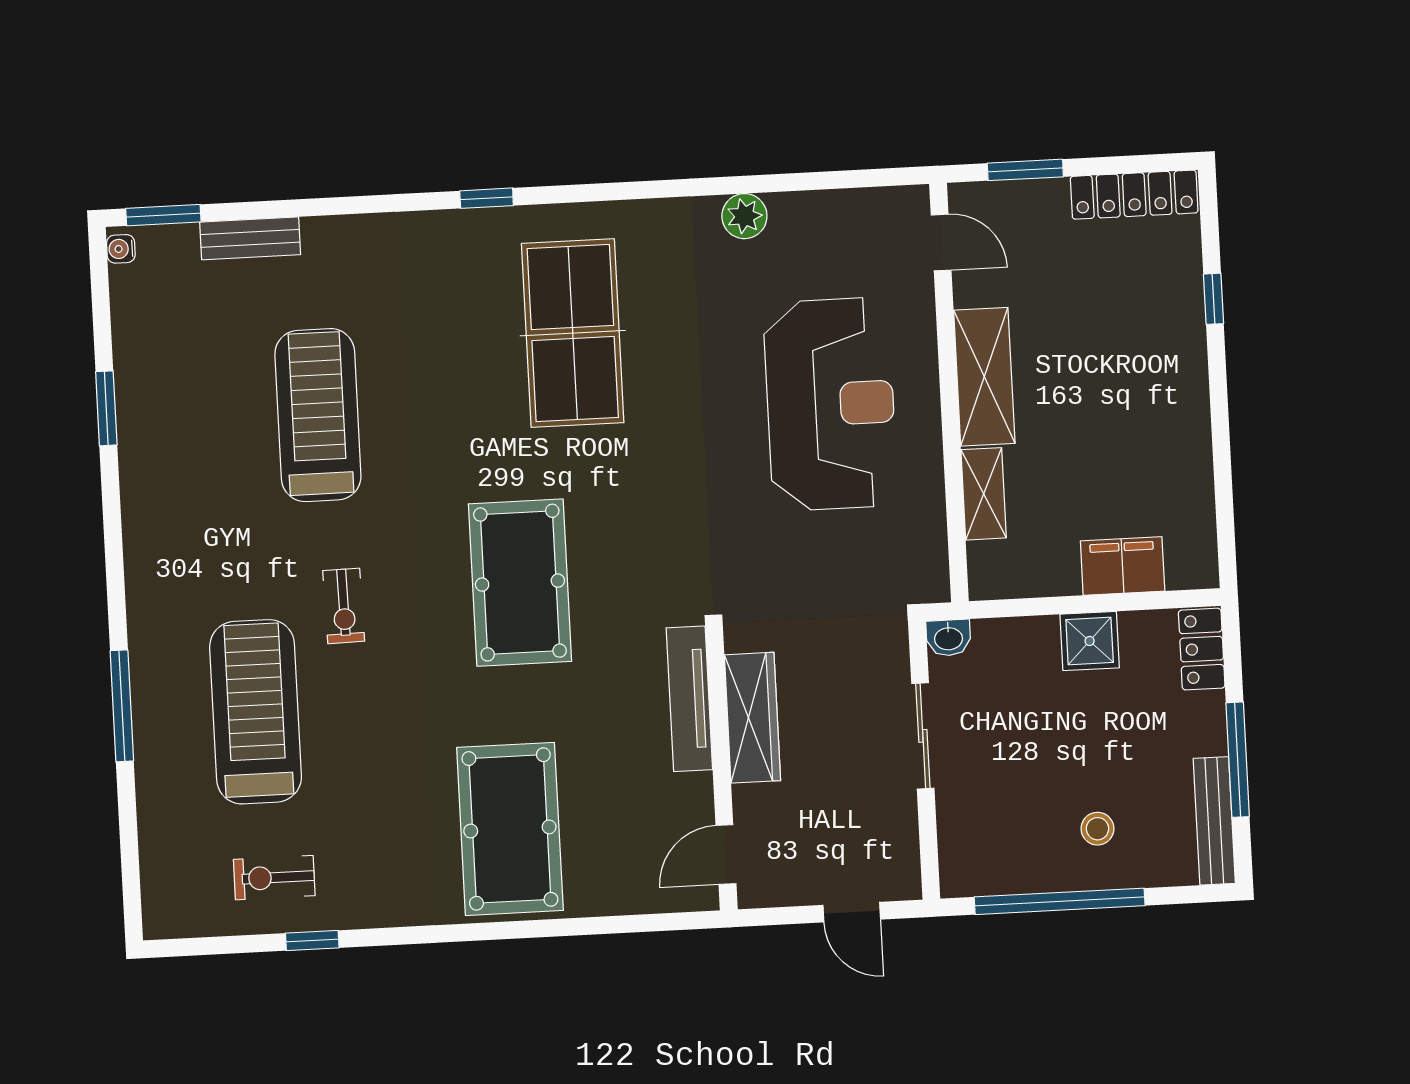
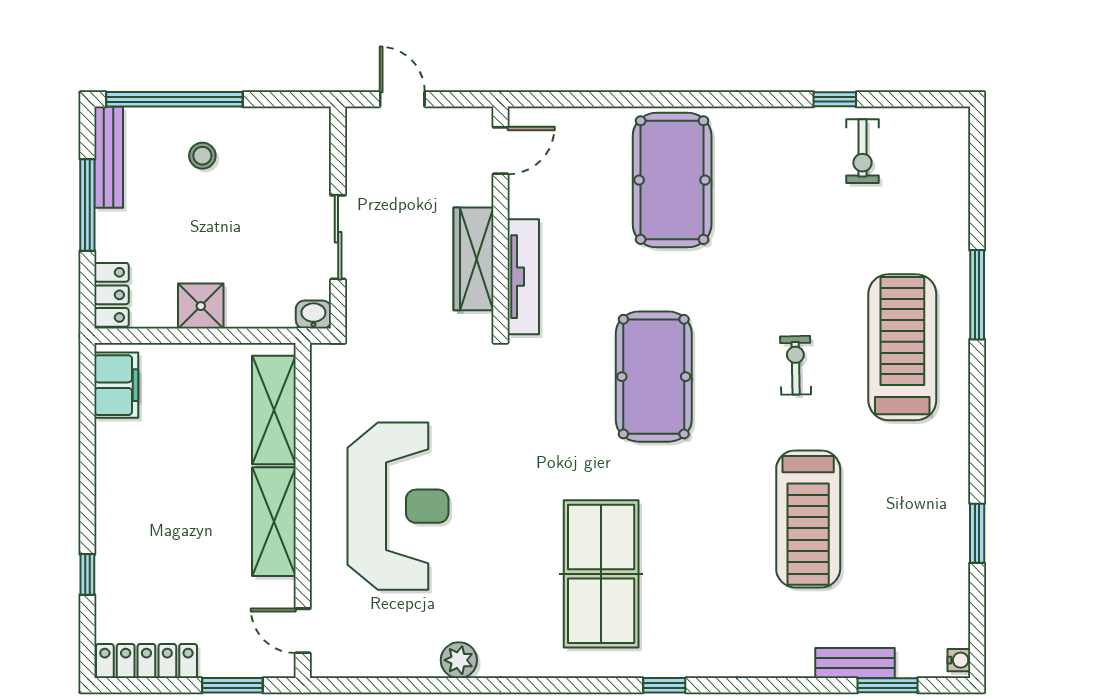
window: (163, 215) -> (887, 685), moved
reception desk: (830, 404) -> (398, 506), turned 180
shelving: (984, 494) -> (274, 410), width x1.50, depth x1.33
filing cabinet: (1123, 566) -> (116, 385), moved, turned -90
treadmill: (256, 712) -> (902, 347), moved, turned 180
exercise bike: (274, 878) -> (862, 151), turned 90
window: (1060, 901) -> (174, 99), moved

